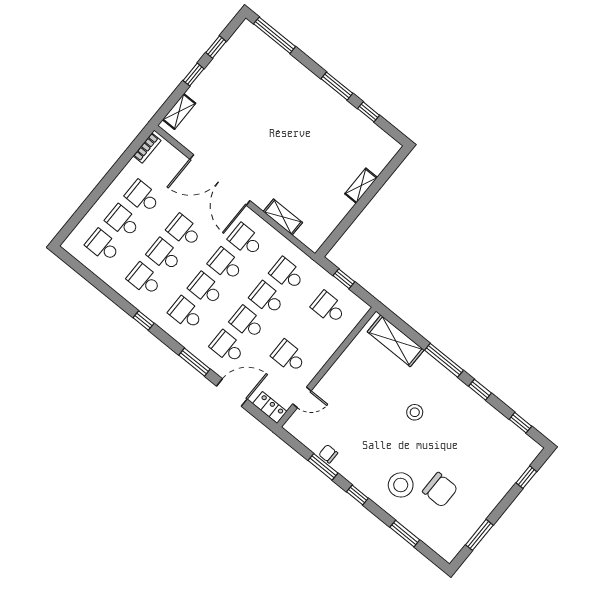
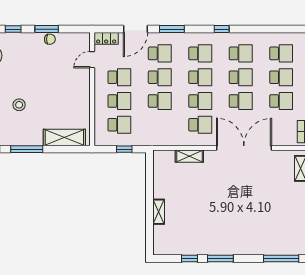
school desk: (287, 274) -> (119, 101), moved

